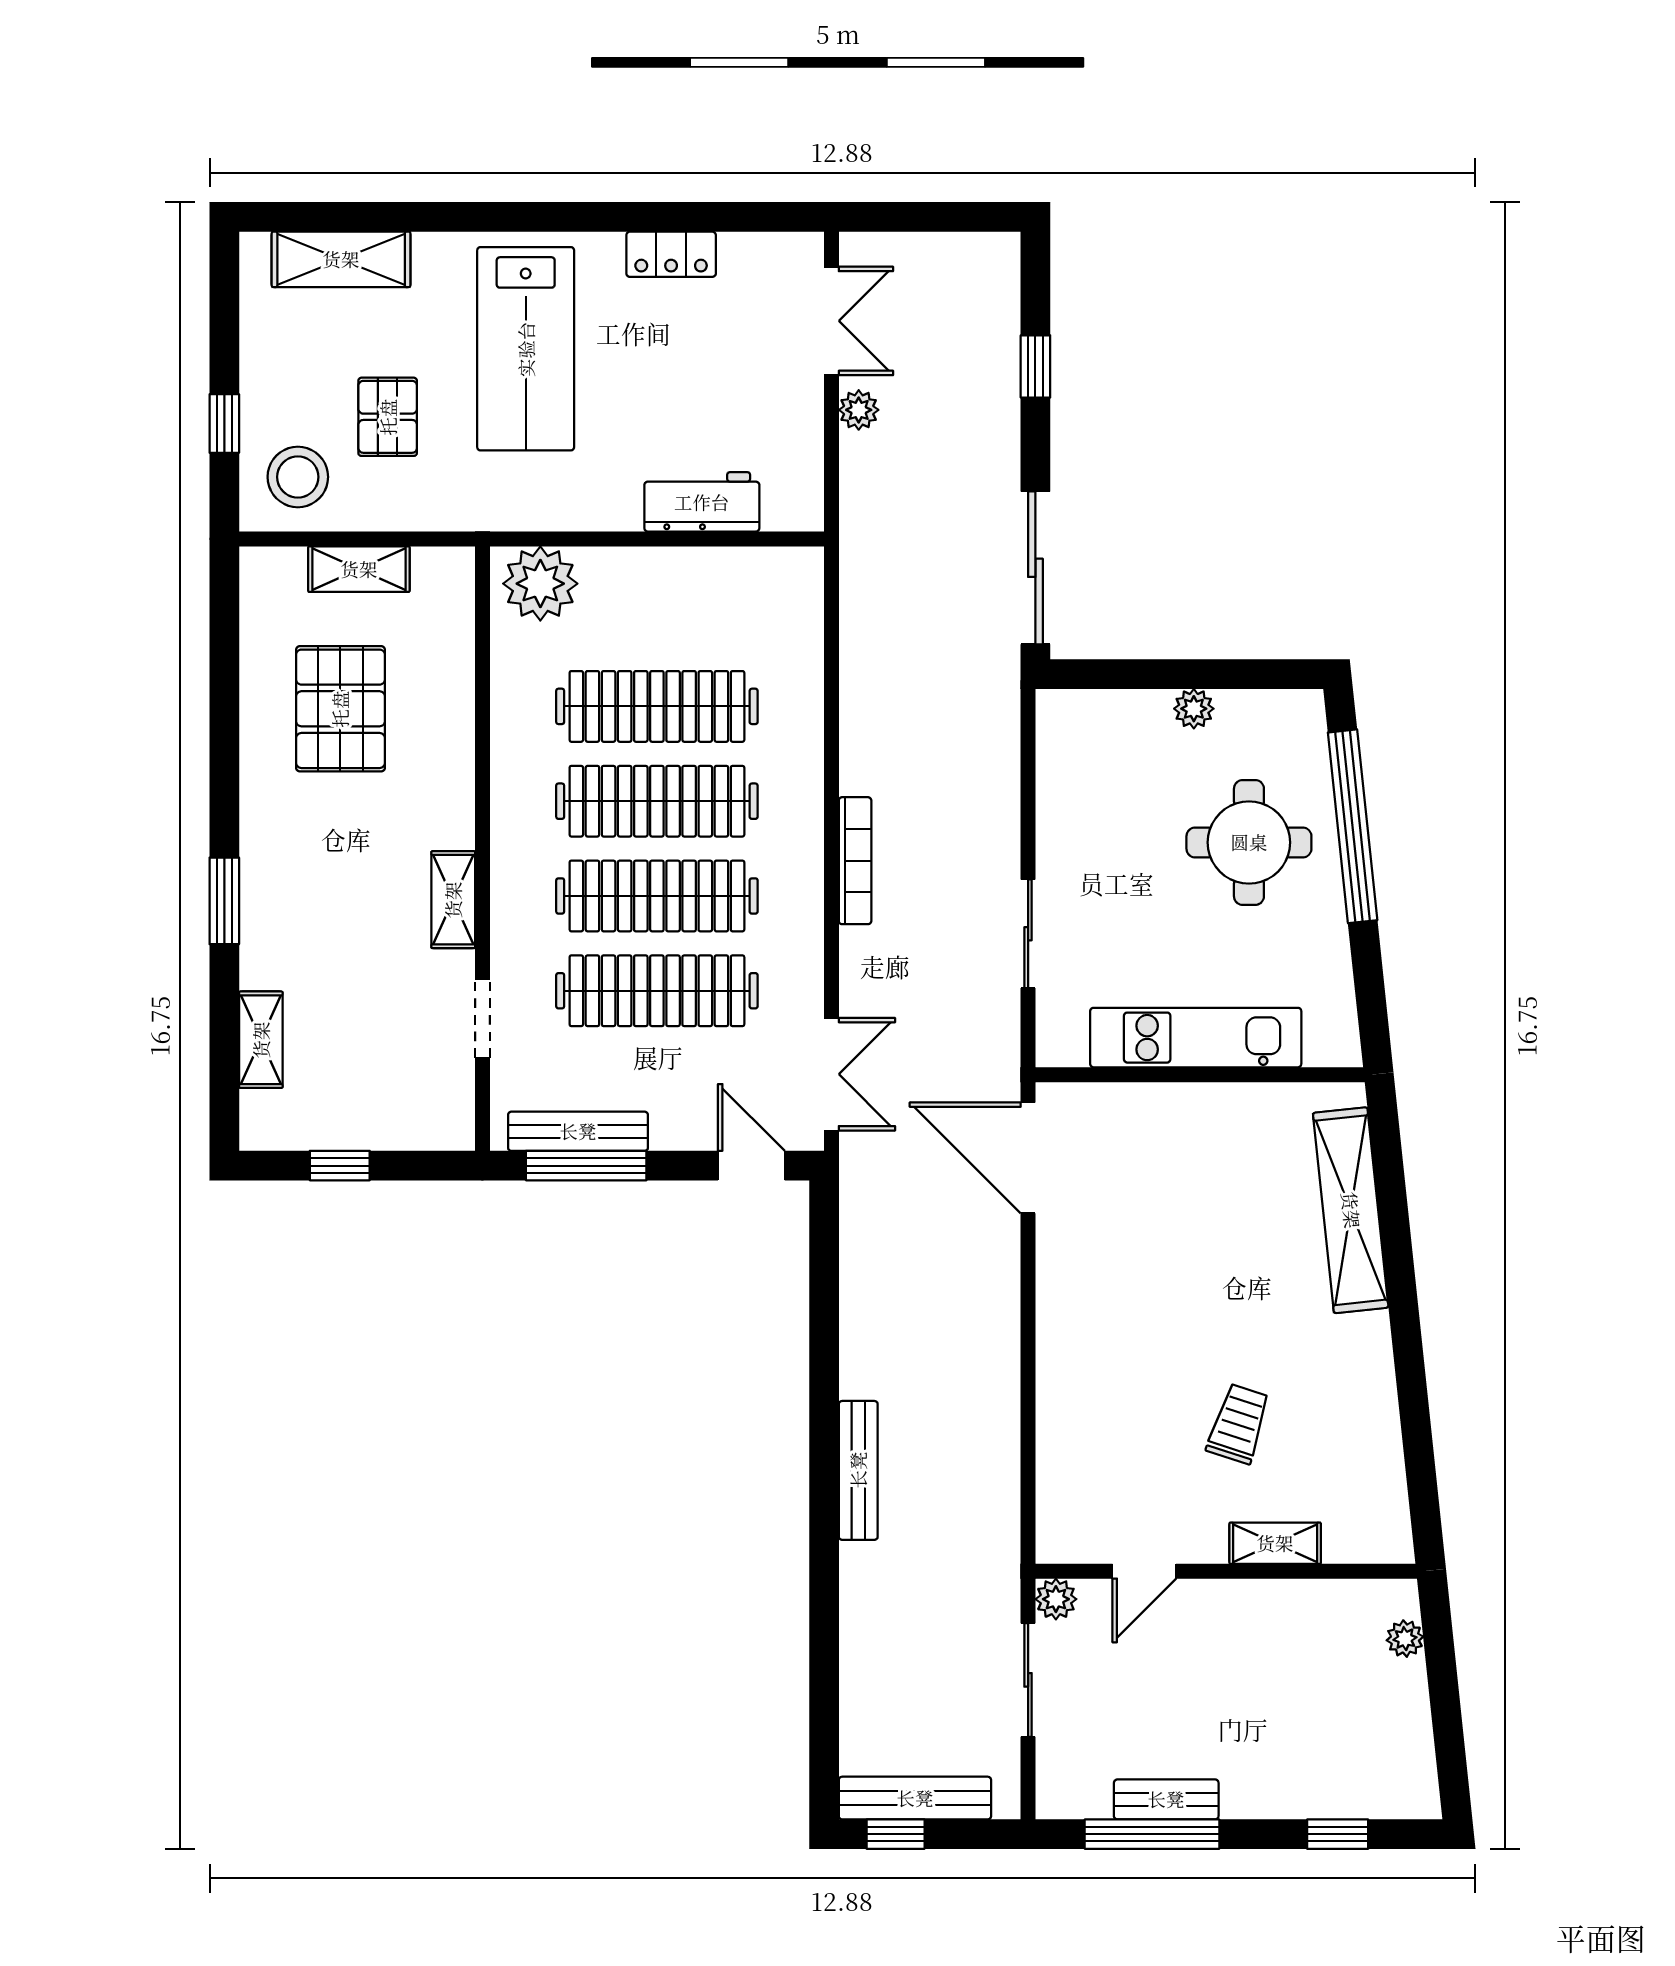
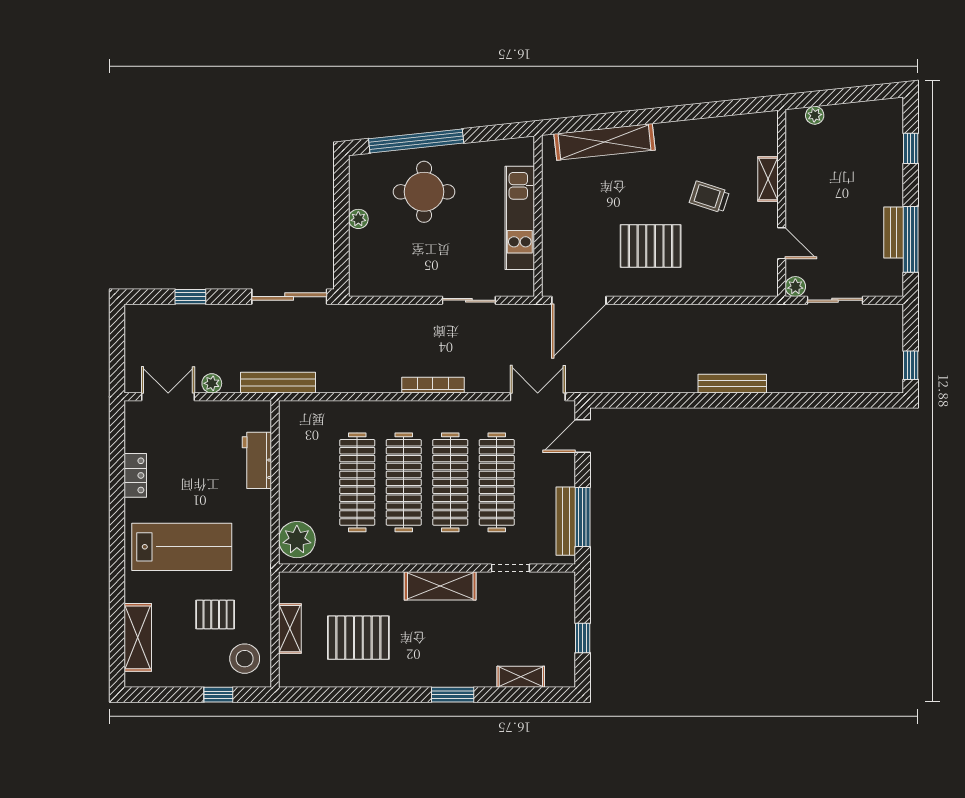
shelving: (453, 900) -> (440, 586), width x1.50, depth x1.33
pallet: (1139, 1304) -> (651, 246), added
bench: (915, 1798) -> (278, 383), moved, turned 90

